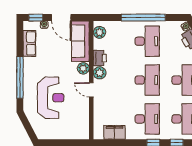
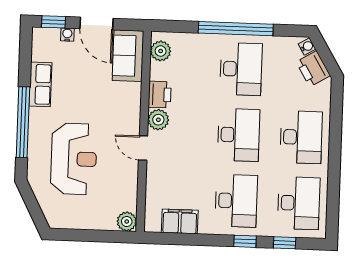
sofa: (80, 41) -> (128, 56), width x0.73
row of seats: (29, 43) -> (40, 84), moved
plant: (83, 68) -> (127, 221), moved

